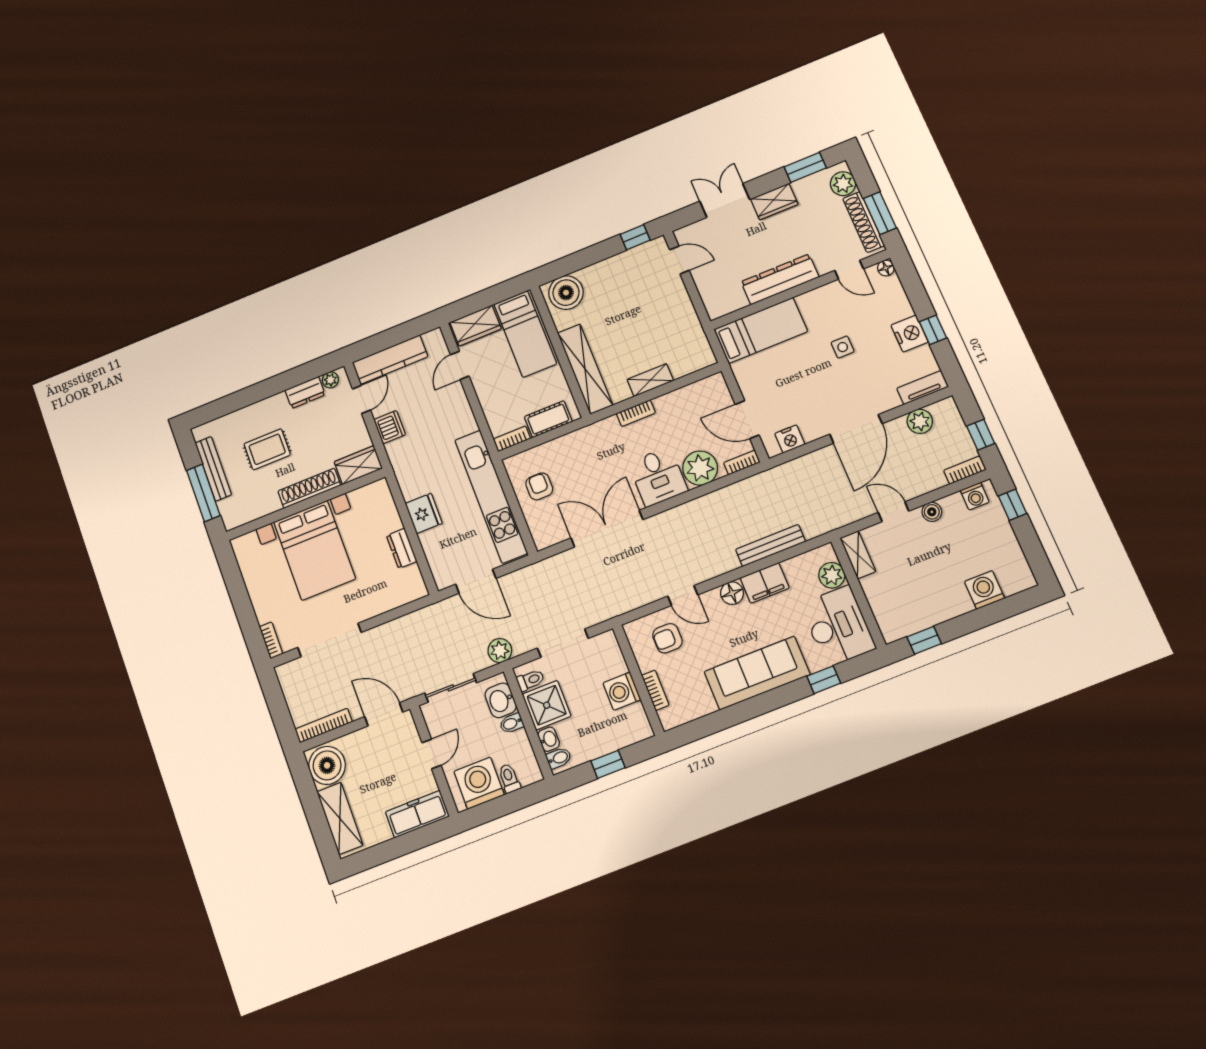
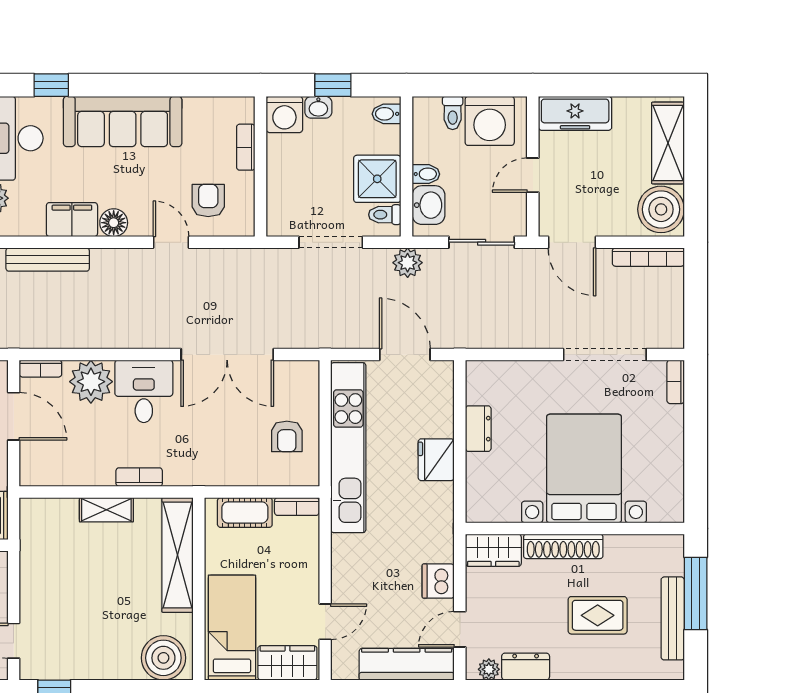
armchair: (667, 638) -> (208, 200), turned -90
washing machine: (622, 691) -> (284, 114), moved, turned 90
washbasin: (549, 739) -> (318, 107), moved, turned -90

